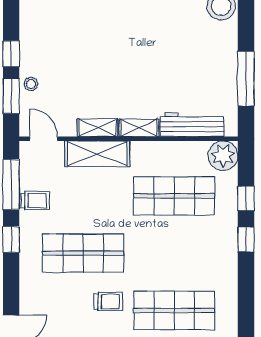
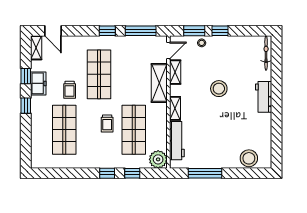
stool: (106, 56) -> (219, 89), added
shelving: (97, 128) -> (175, 72), moved
trolley: (35, 201) -> (107, 123), moved

